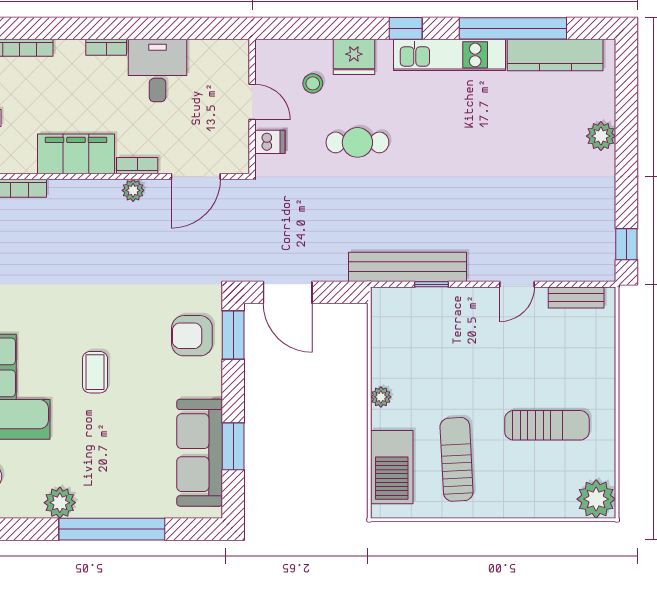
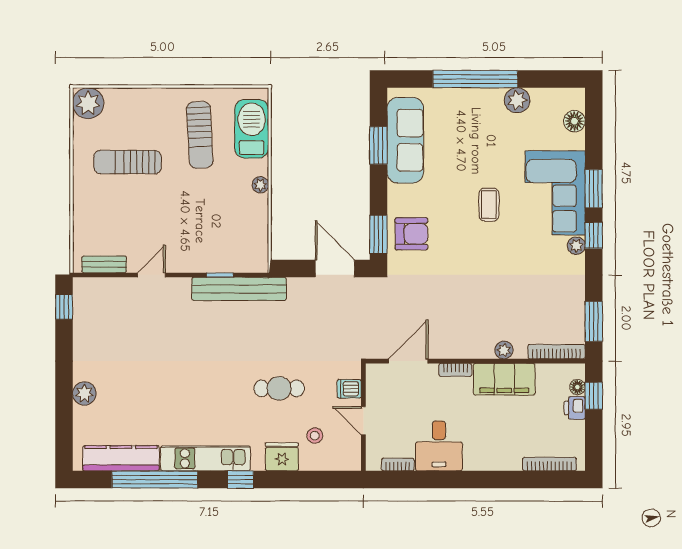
bookcase: (106, 47) -> (398, 465), moved
plant: (133, 190) -> (504, 350), moved

